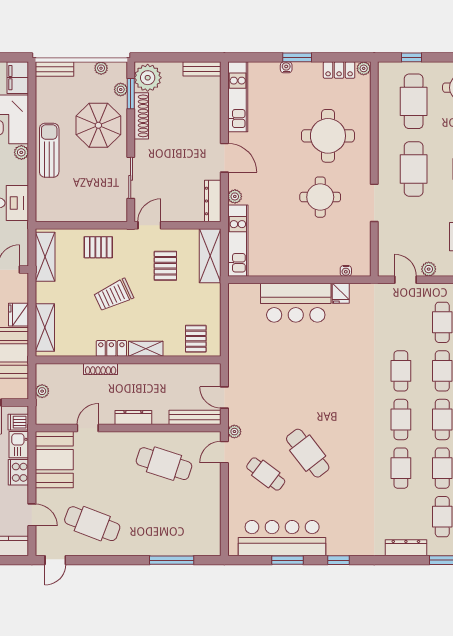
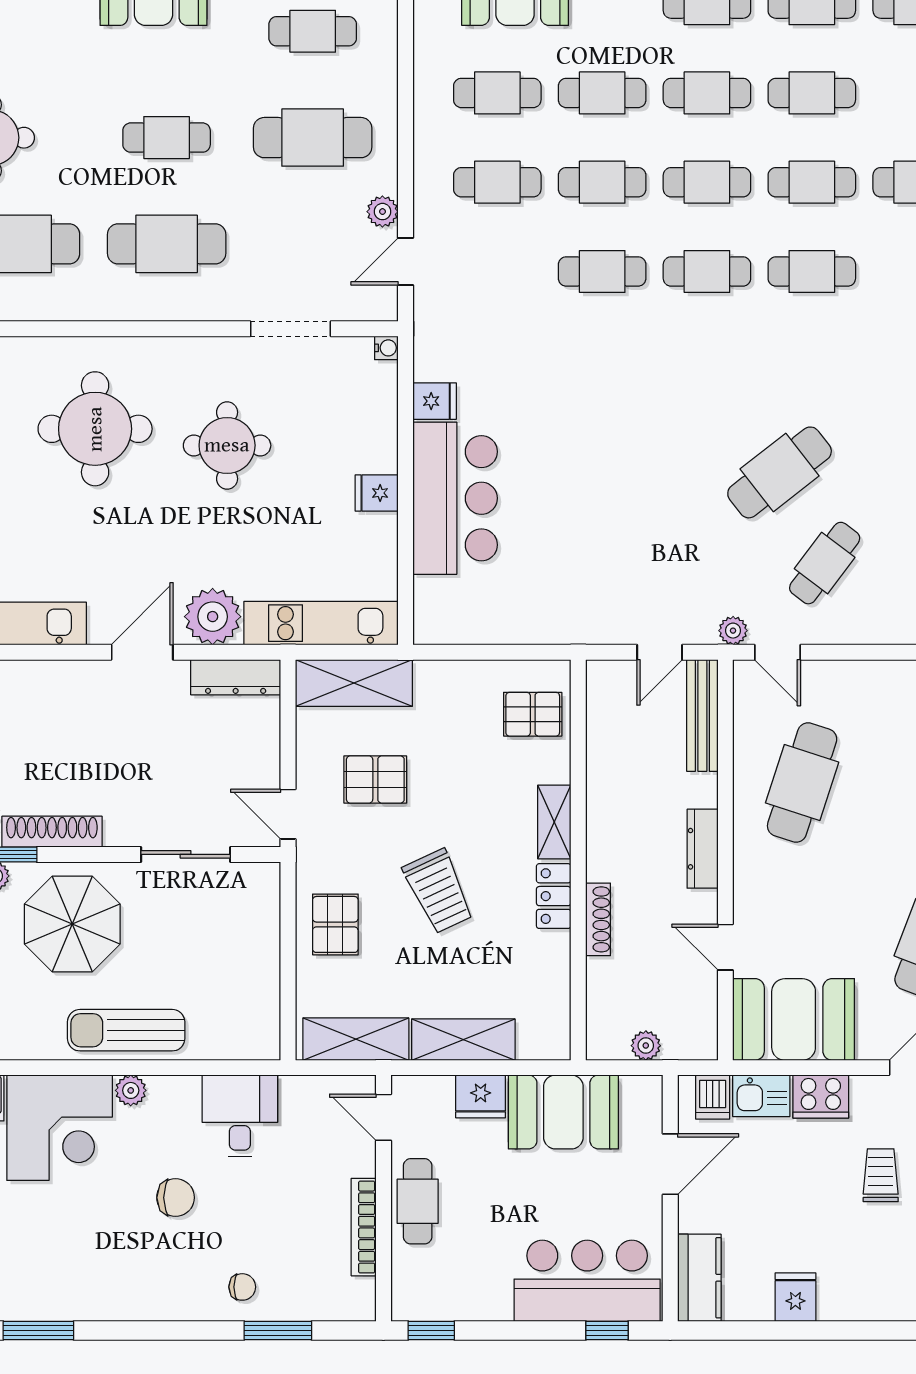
plant: (235, 196) -> (213, 617), width x1.87, depth x1.87
doorway: (374, 203) -> (290, 329), moved
fridge: (298, 266) -> (377, 493), added
water cooler: (346, 271) -> (386, 348), moved
shelving: (45, 328) -> (463, 1040), moved

